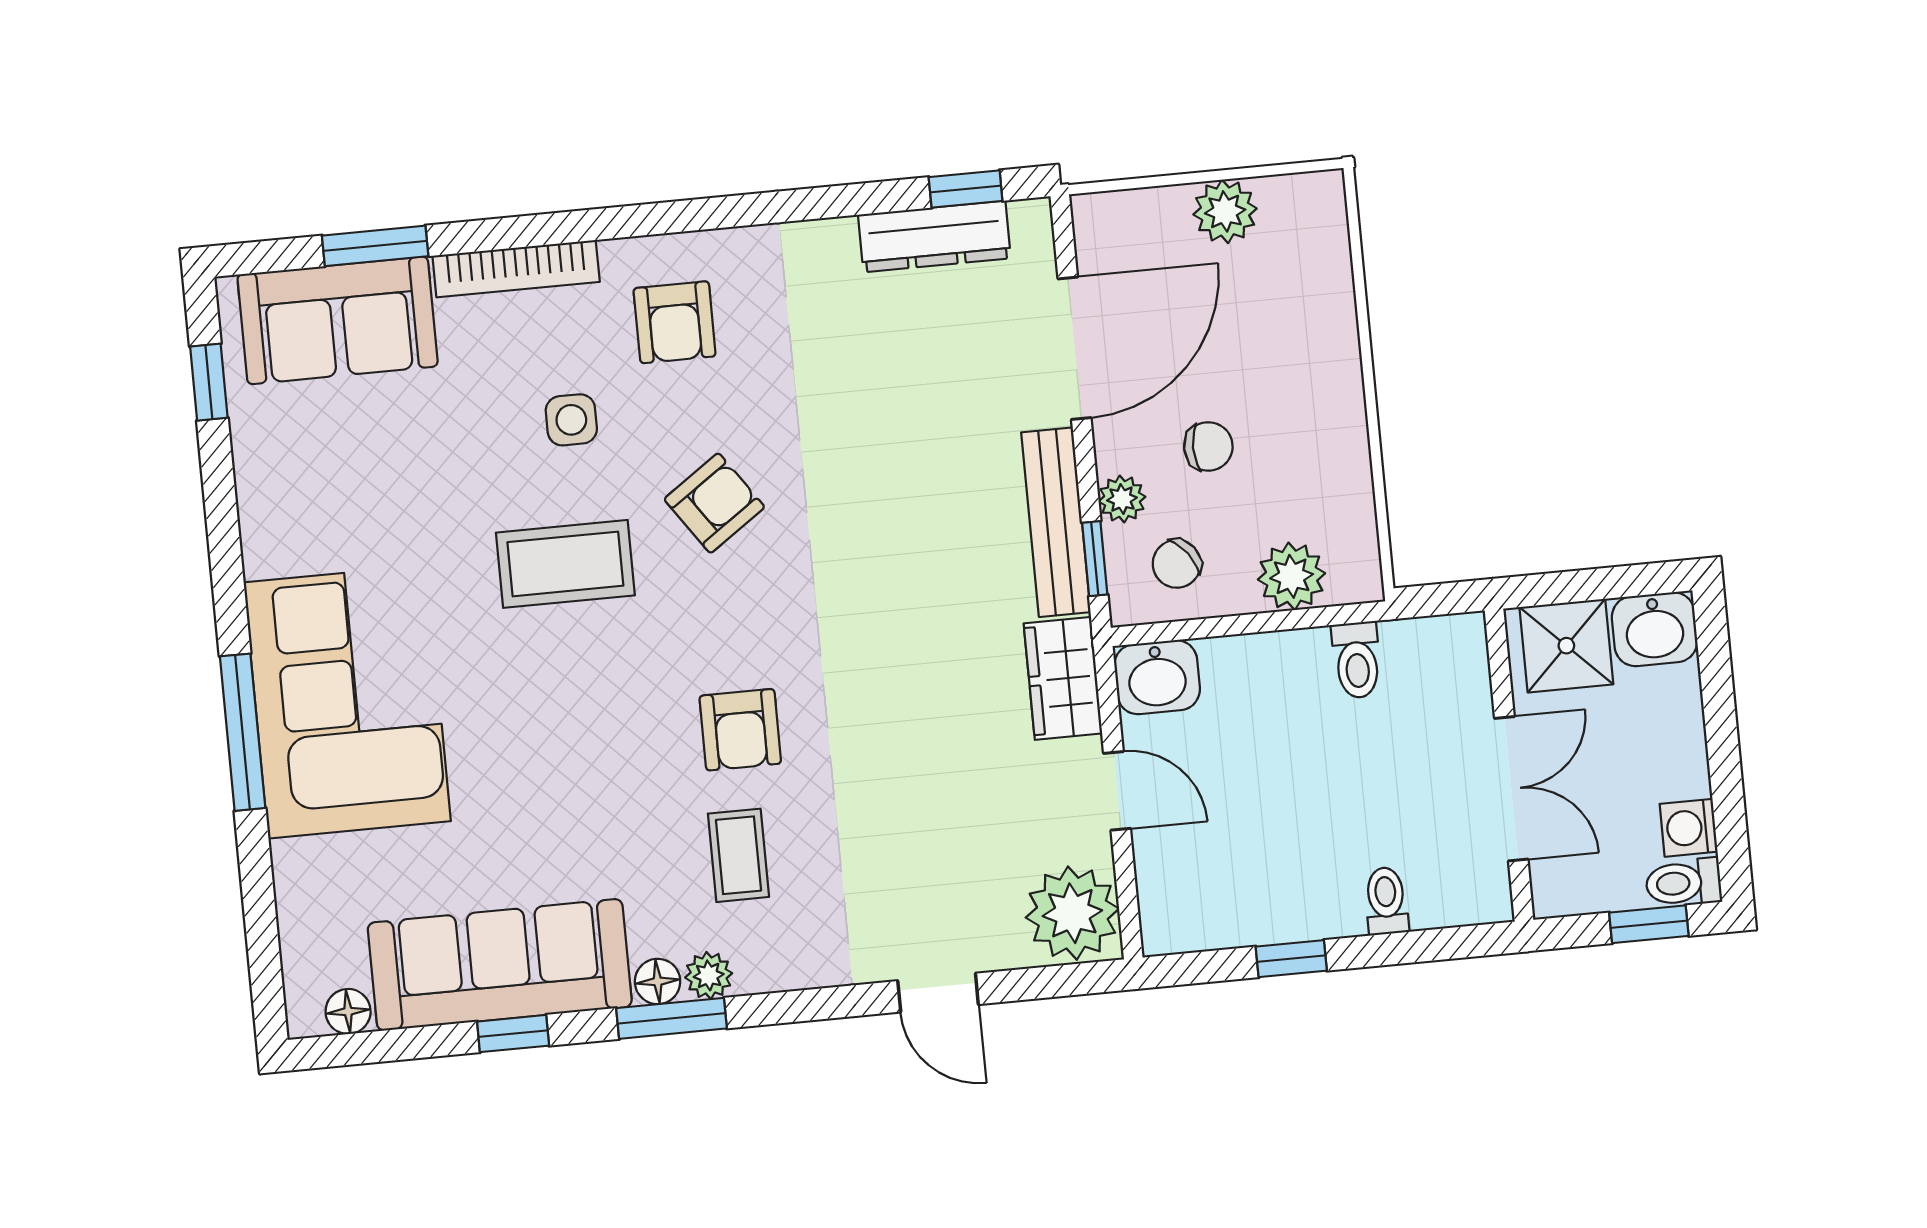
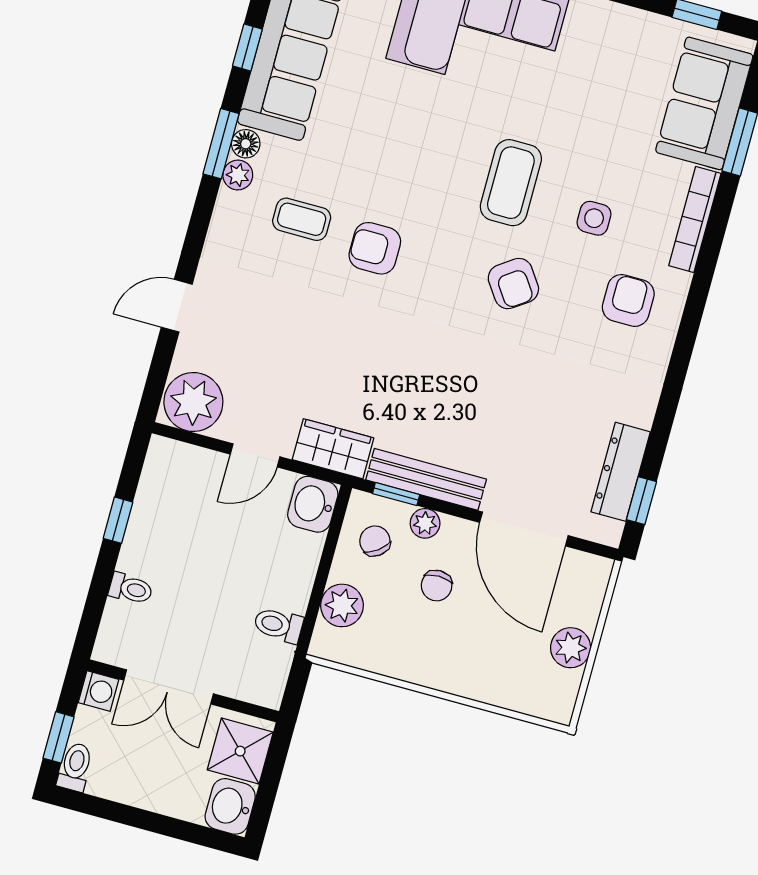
armchair: (675, 322) -> (628, 300), turned 90
washing machine: (1689, 828) -> (99, 691), moved, turned 90

